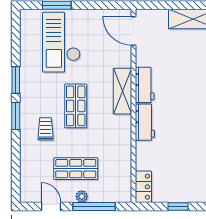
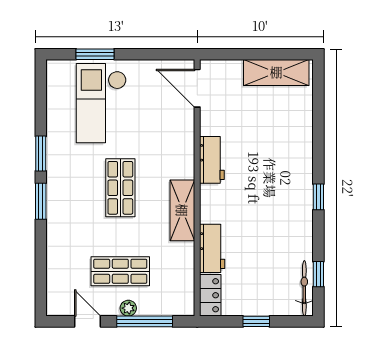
shelving: (123, 91) -> (182, 210), moved
workbench: (145, 122) -> (212, 248), moved
trolley: (46, 129) -> (80, 218), removed

